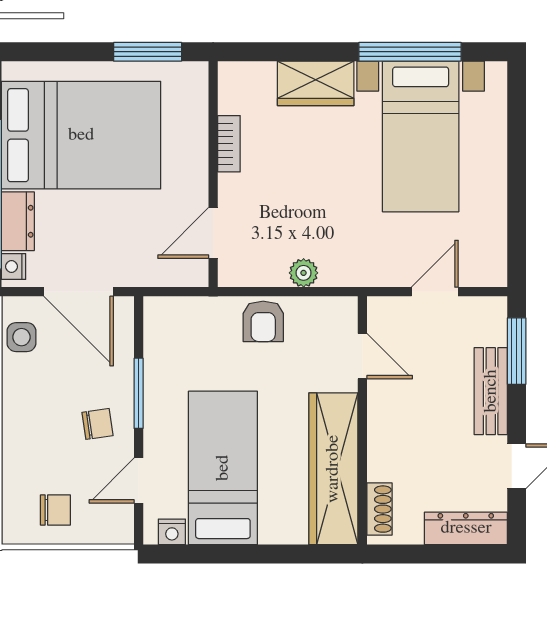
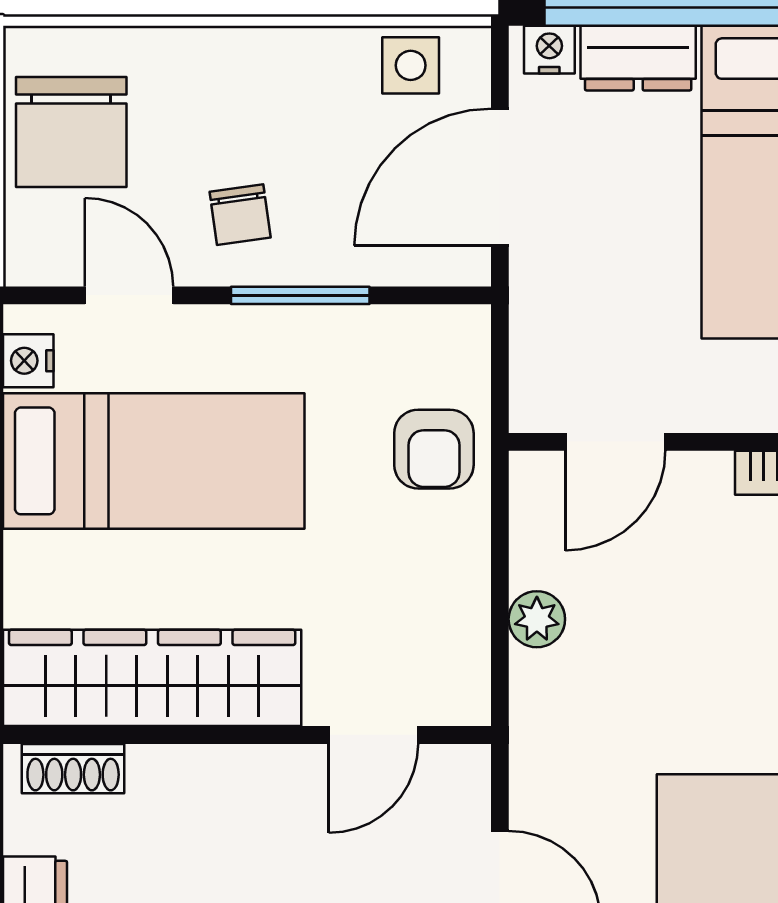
door: (213, 233) -> (615, 442), swing flipped
armchair: (263, 321) -> (434, 449), moved, turned -90
chair: (55, 510) -> (71, 132), width x1.87, depth x1.87

